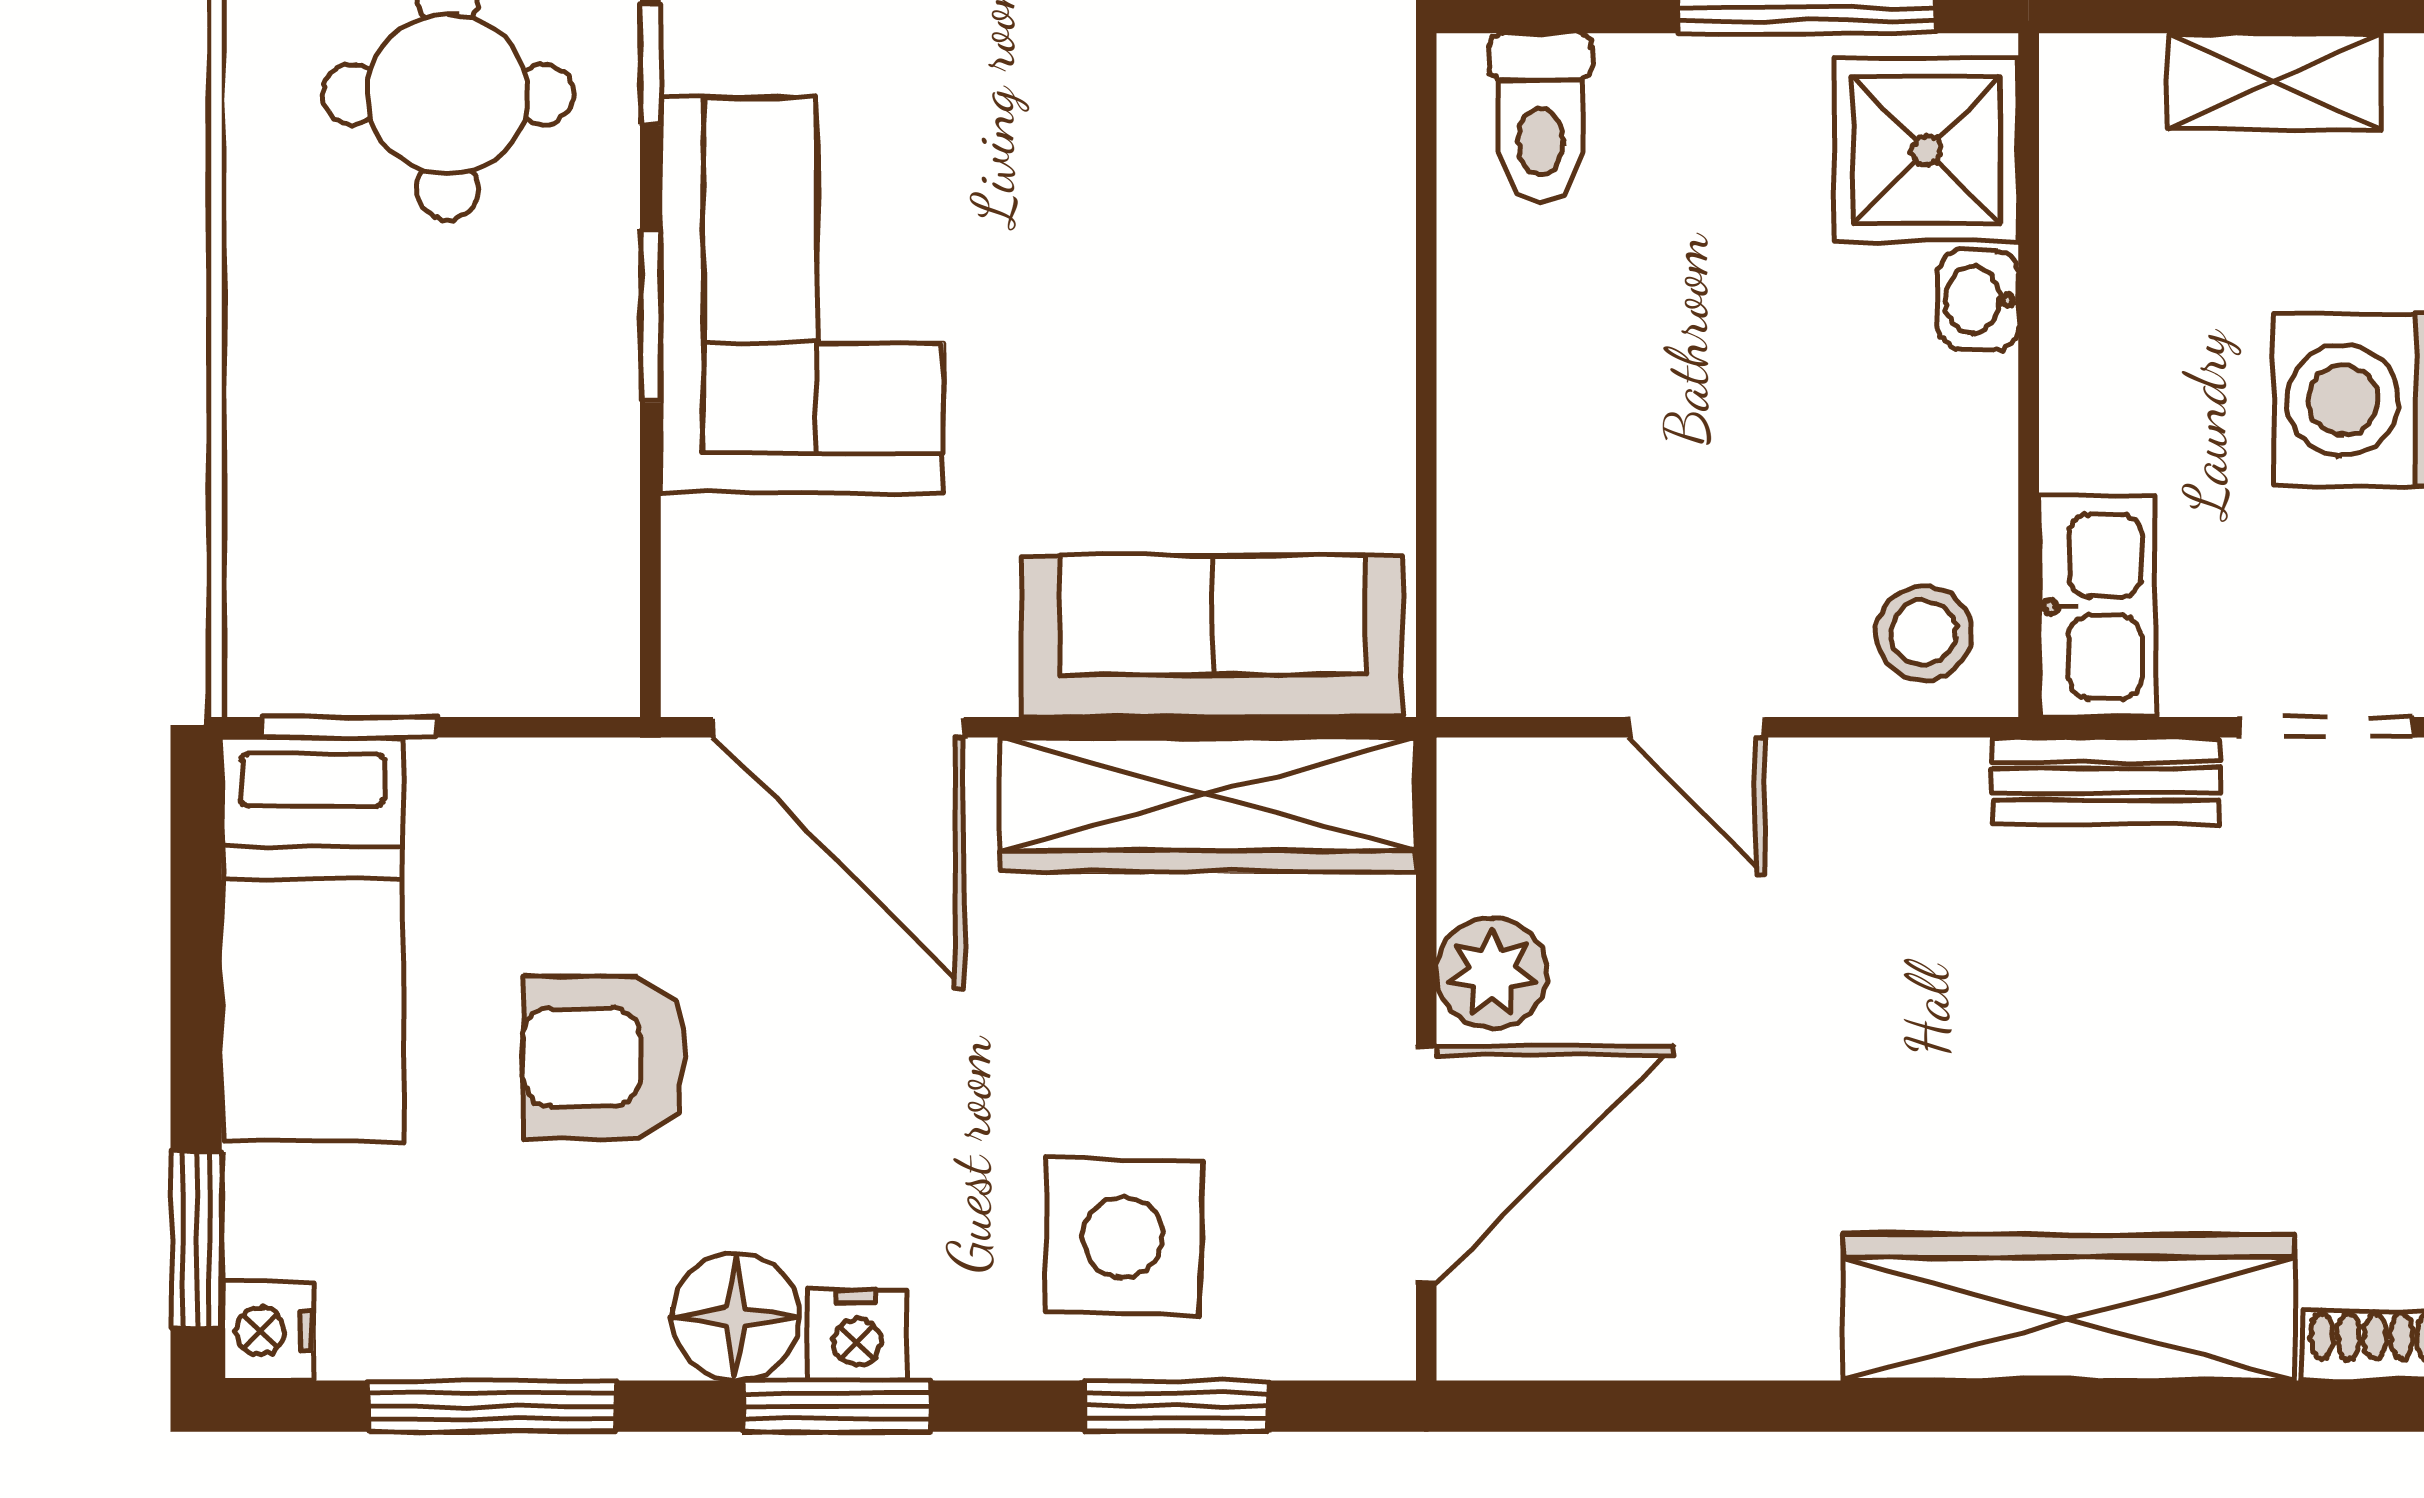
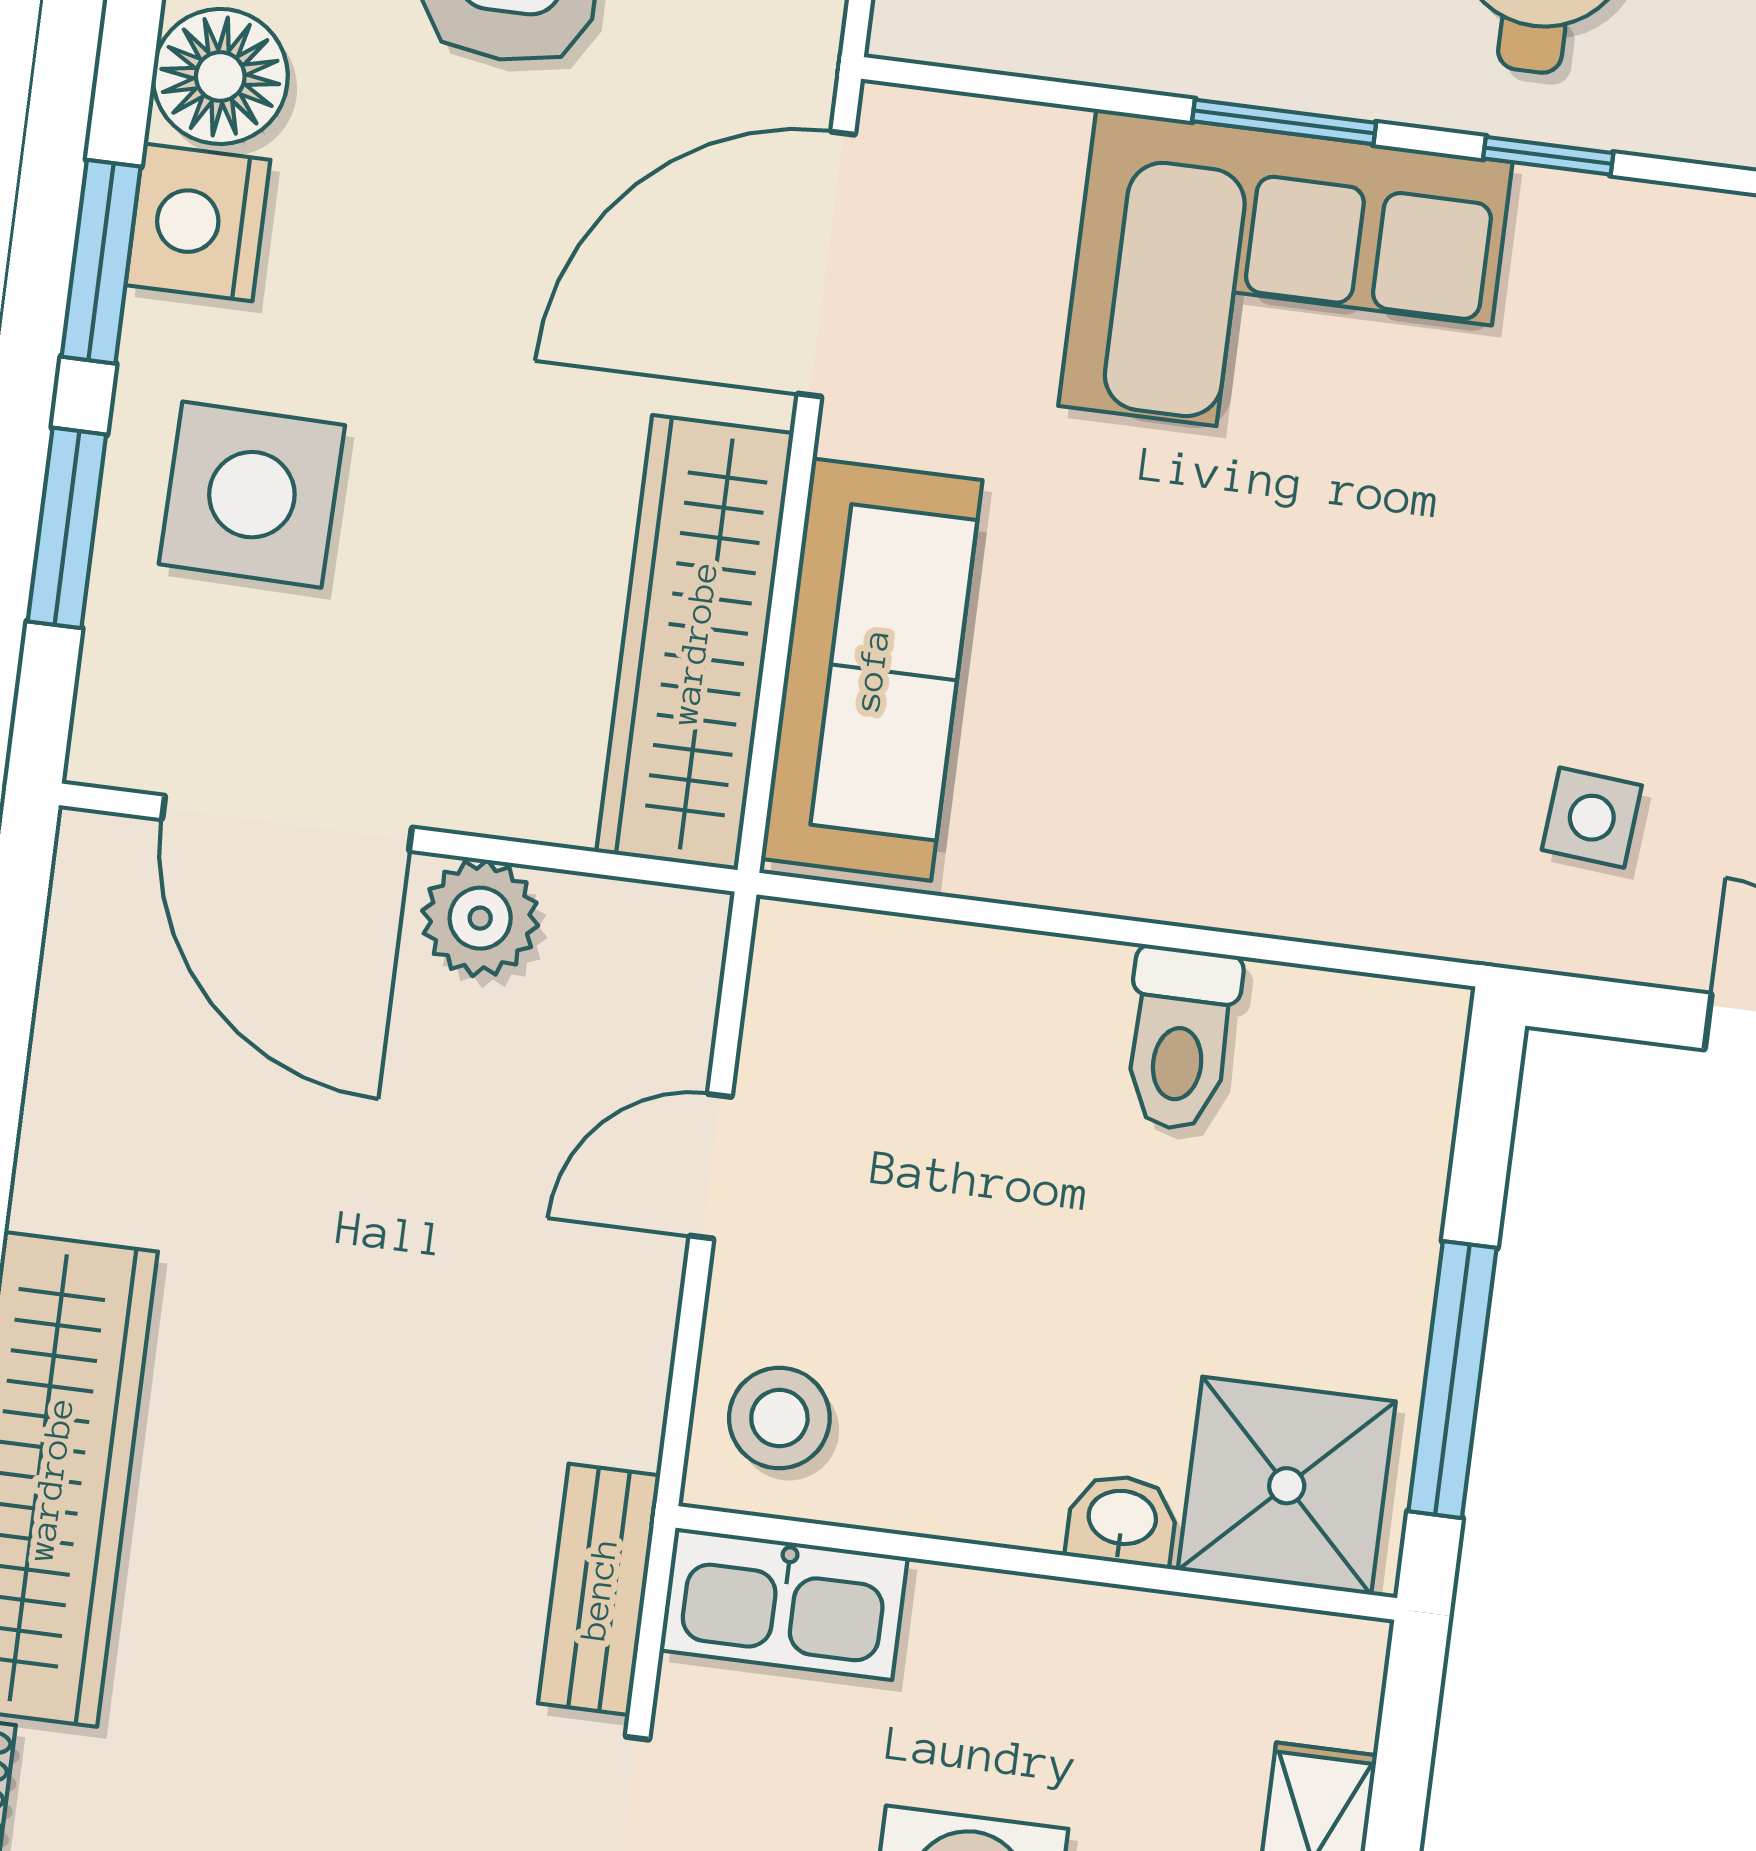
toilet: (1540, 117) -> (1180, 1039), moved, turned -90
nightstand: (857, 1335) -> (198, 222), width x1.36, depth x1.33
window: (837, 1406) -> (101, 262), moved

